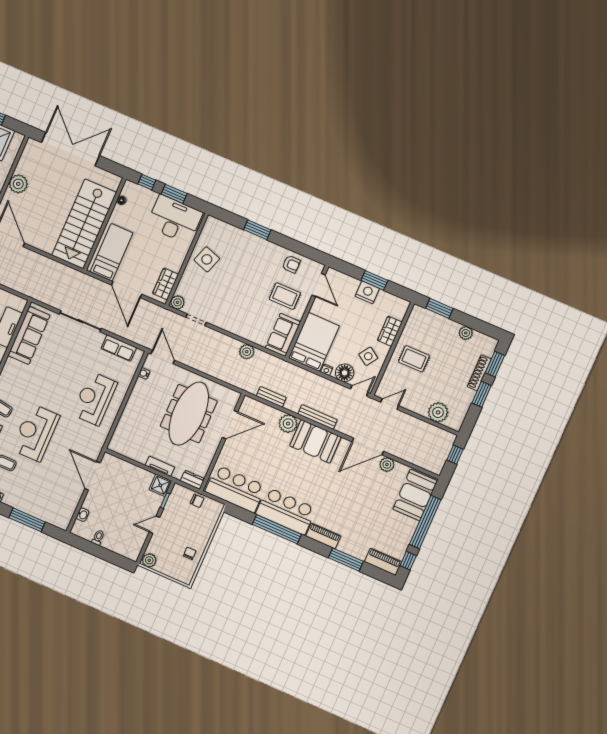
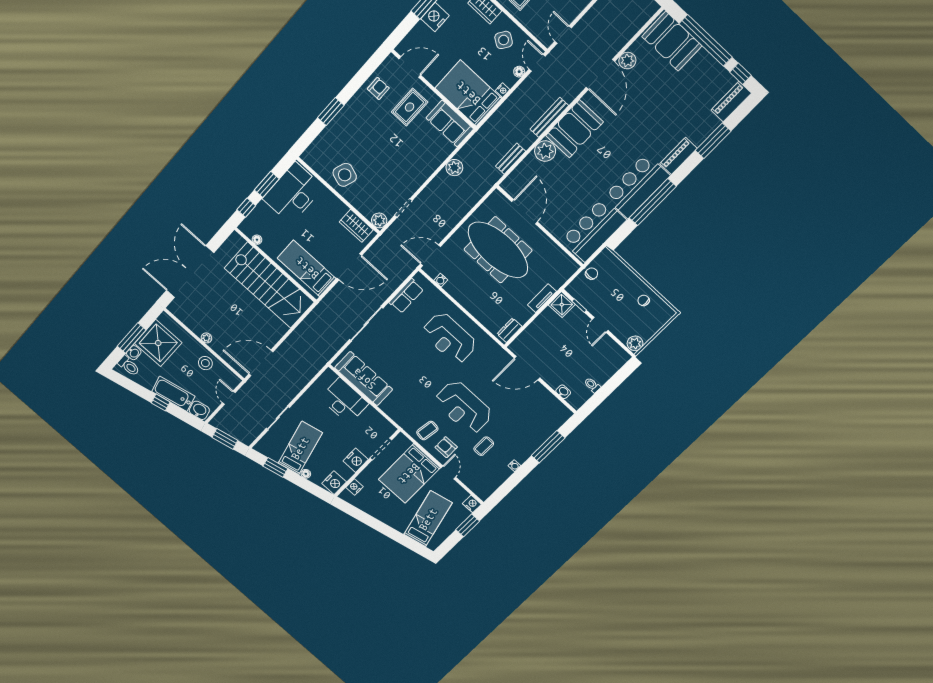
plant: (18, 184) -> (206, 338), width x0.53, depth x0.53
floor lamp: (345, 373) -> (519, 72), width x0.53, depth x0.53
dresser: (192, 480) -> (509, 330), moved

